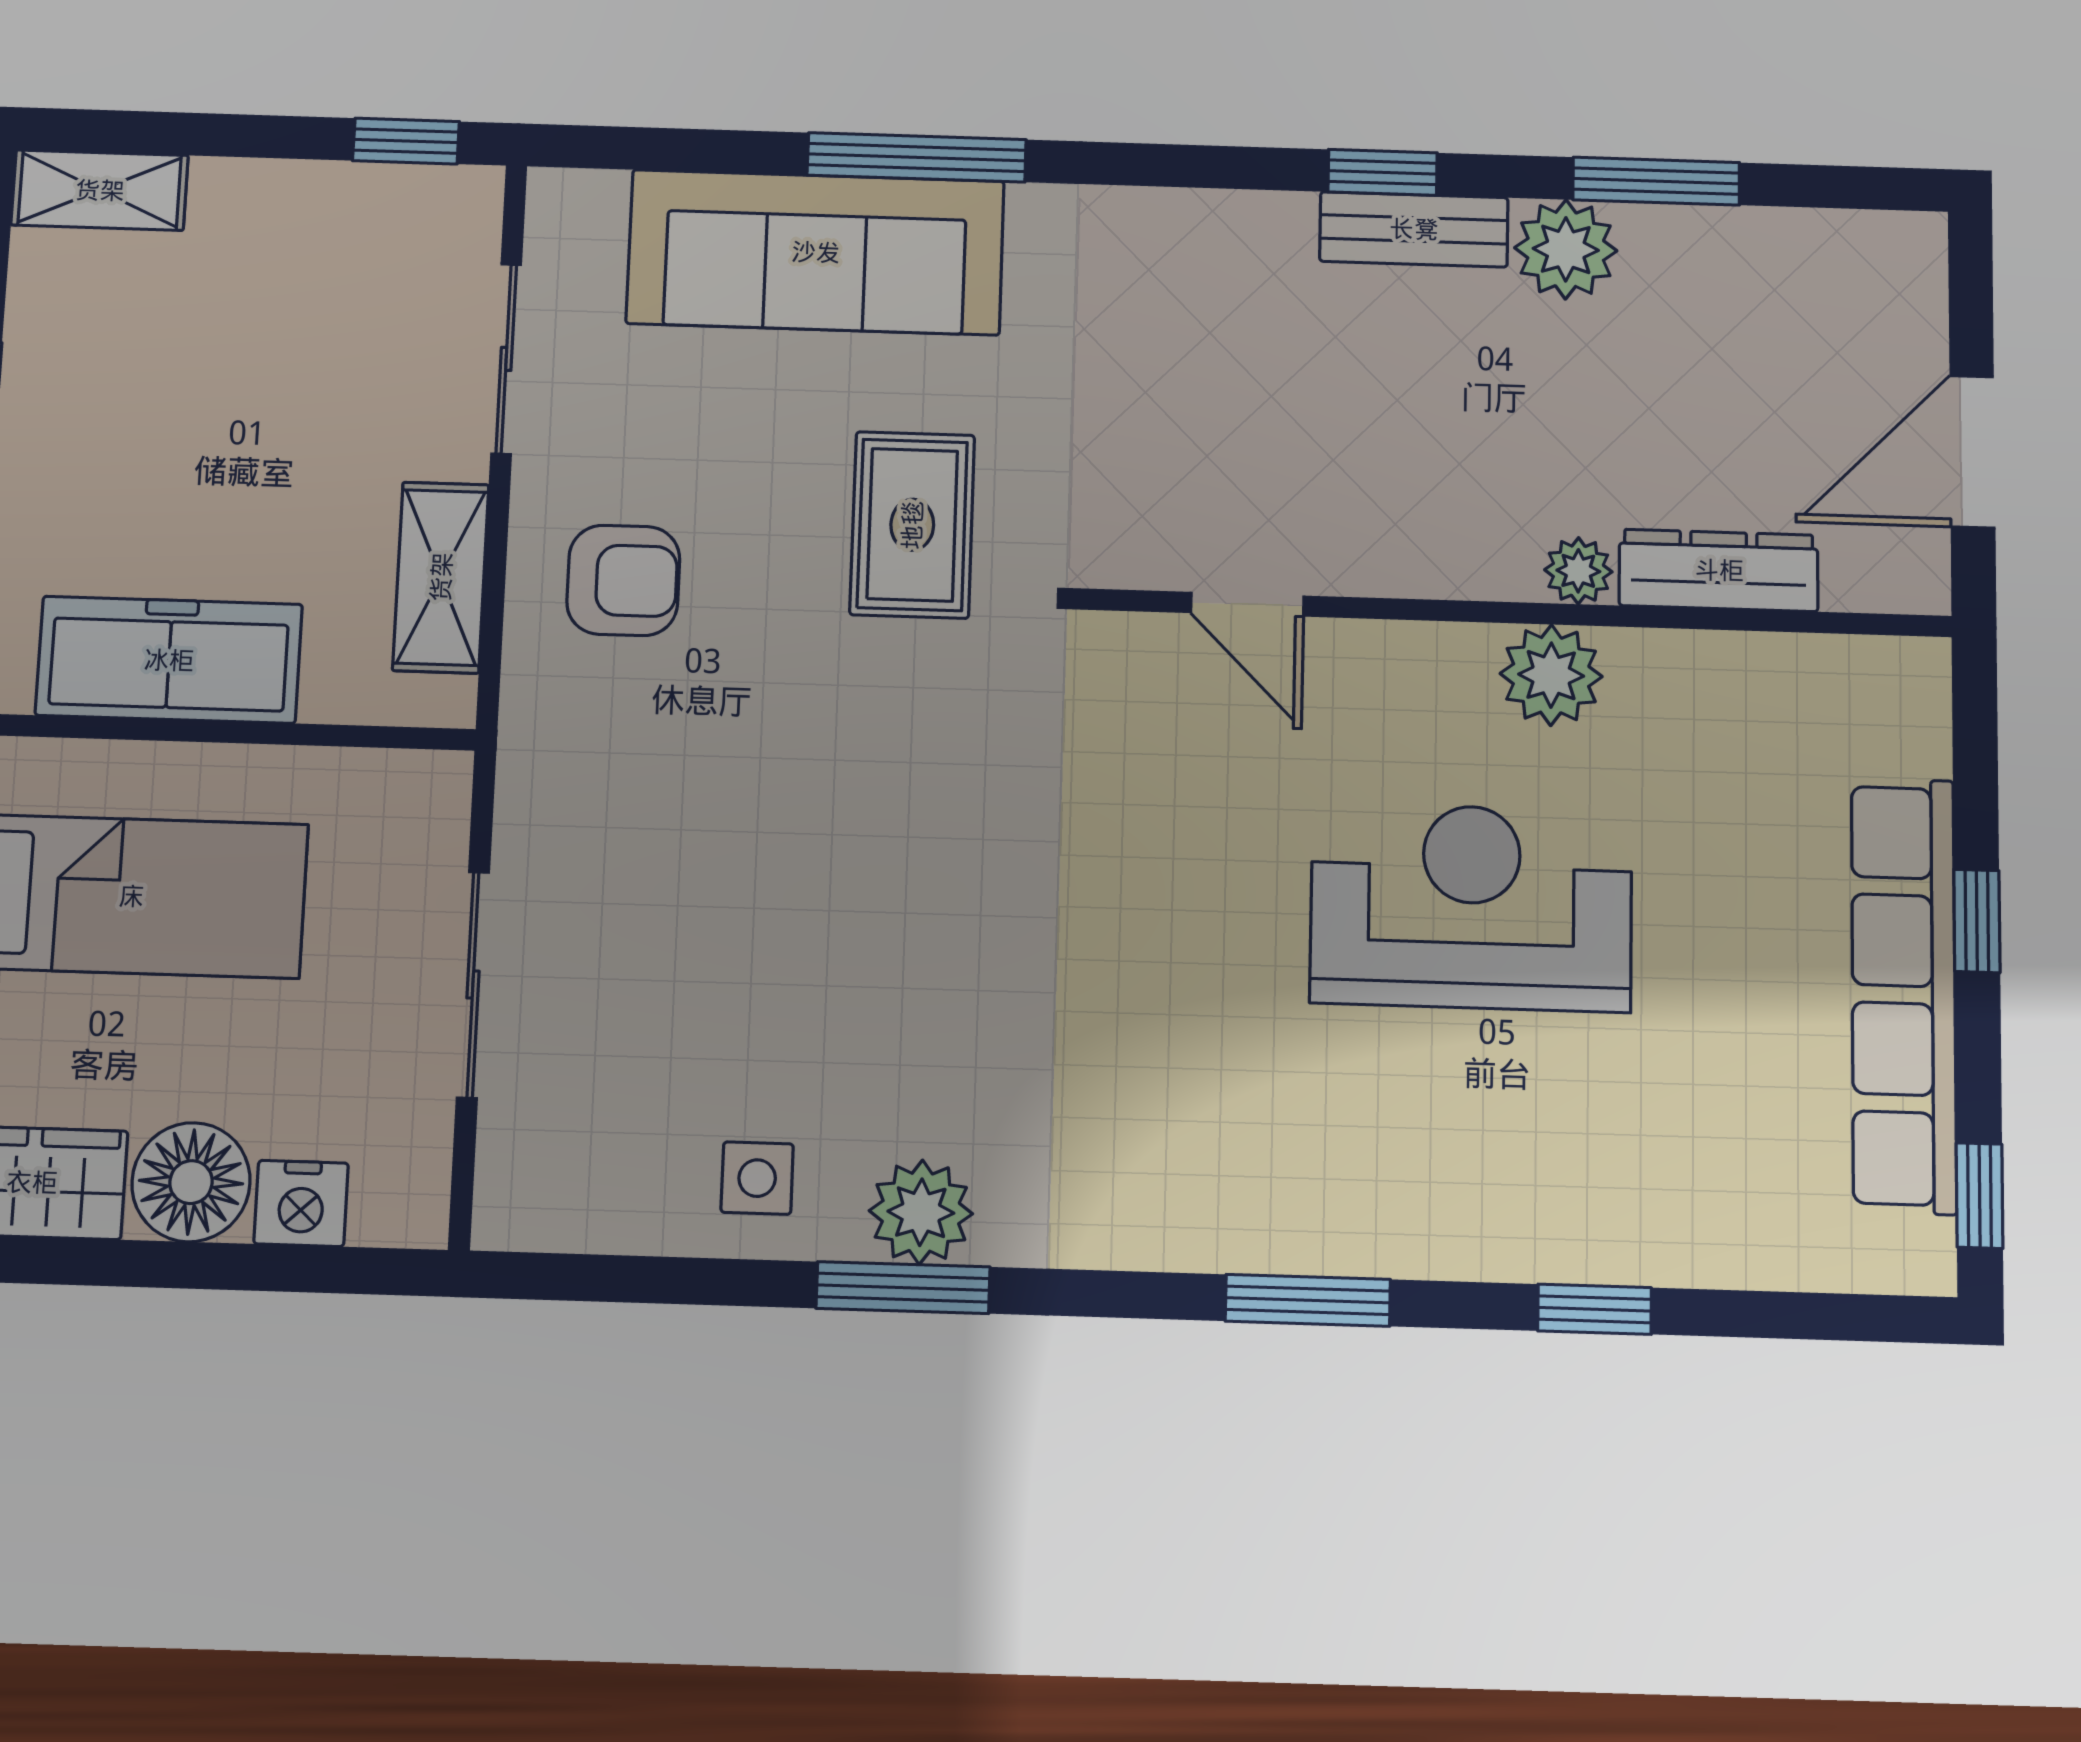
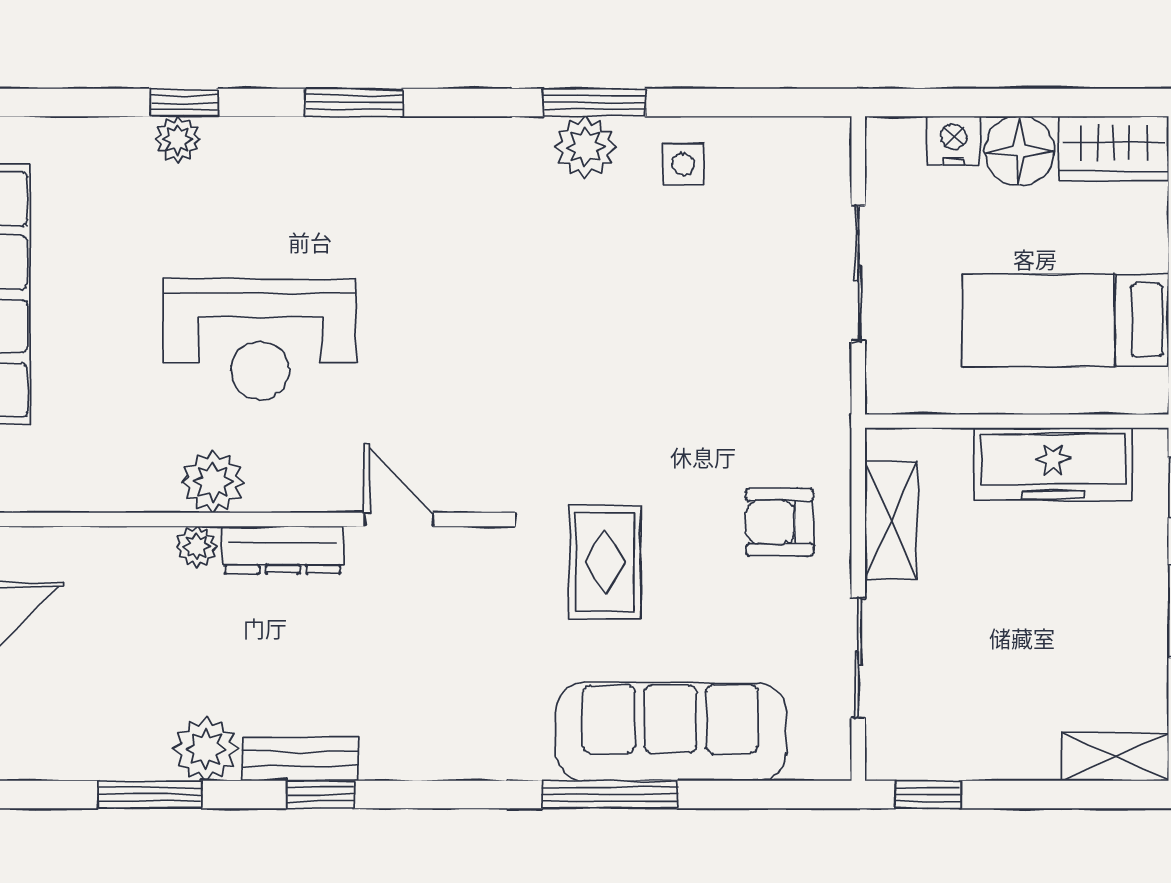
dresser: (1719, 570) -> (283, 550), moved
plant: (1606, 1247) -> (178, 139), added

